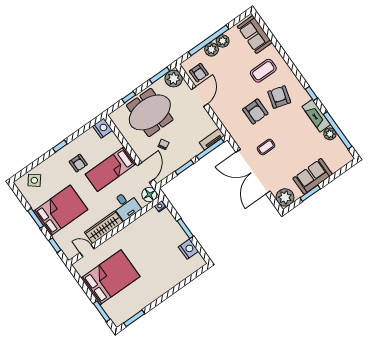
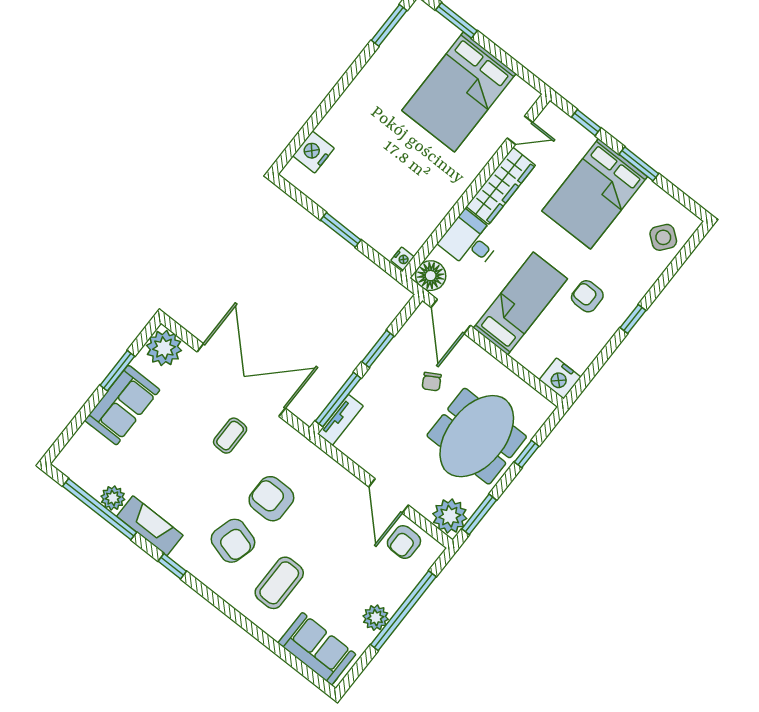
plant: (212, 49) -> (393, 595), removed
armchair: (199, 73) -> (404, 542), turned -90
nightstand: (188, 249) -> (313, 152), moved, turned 90

